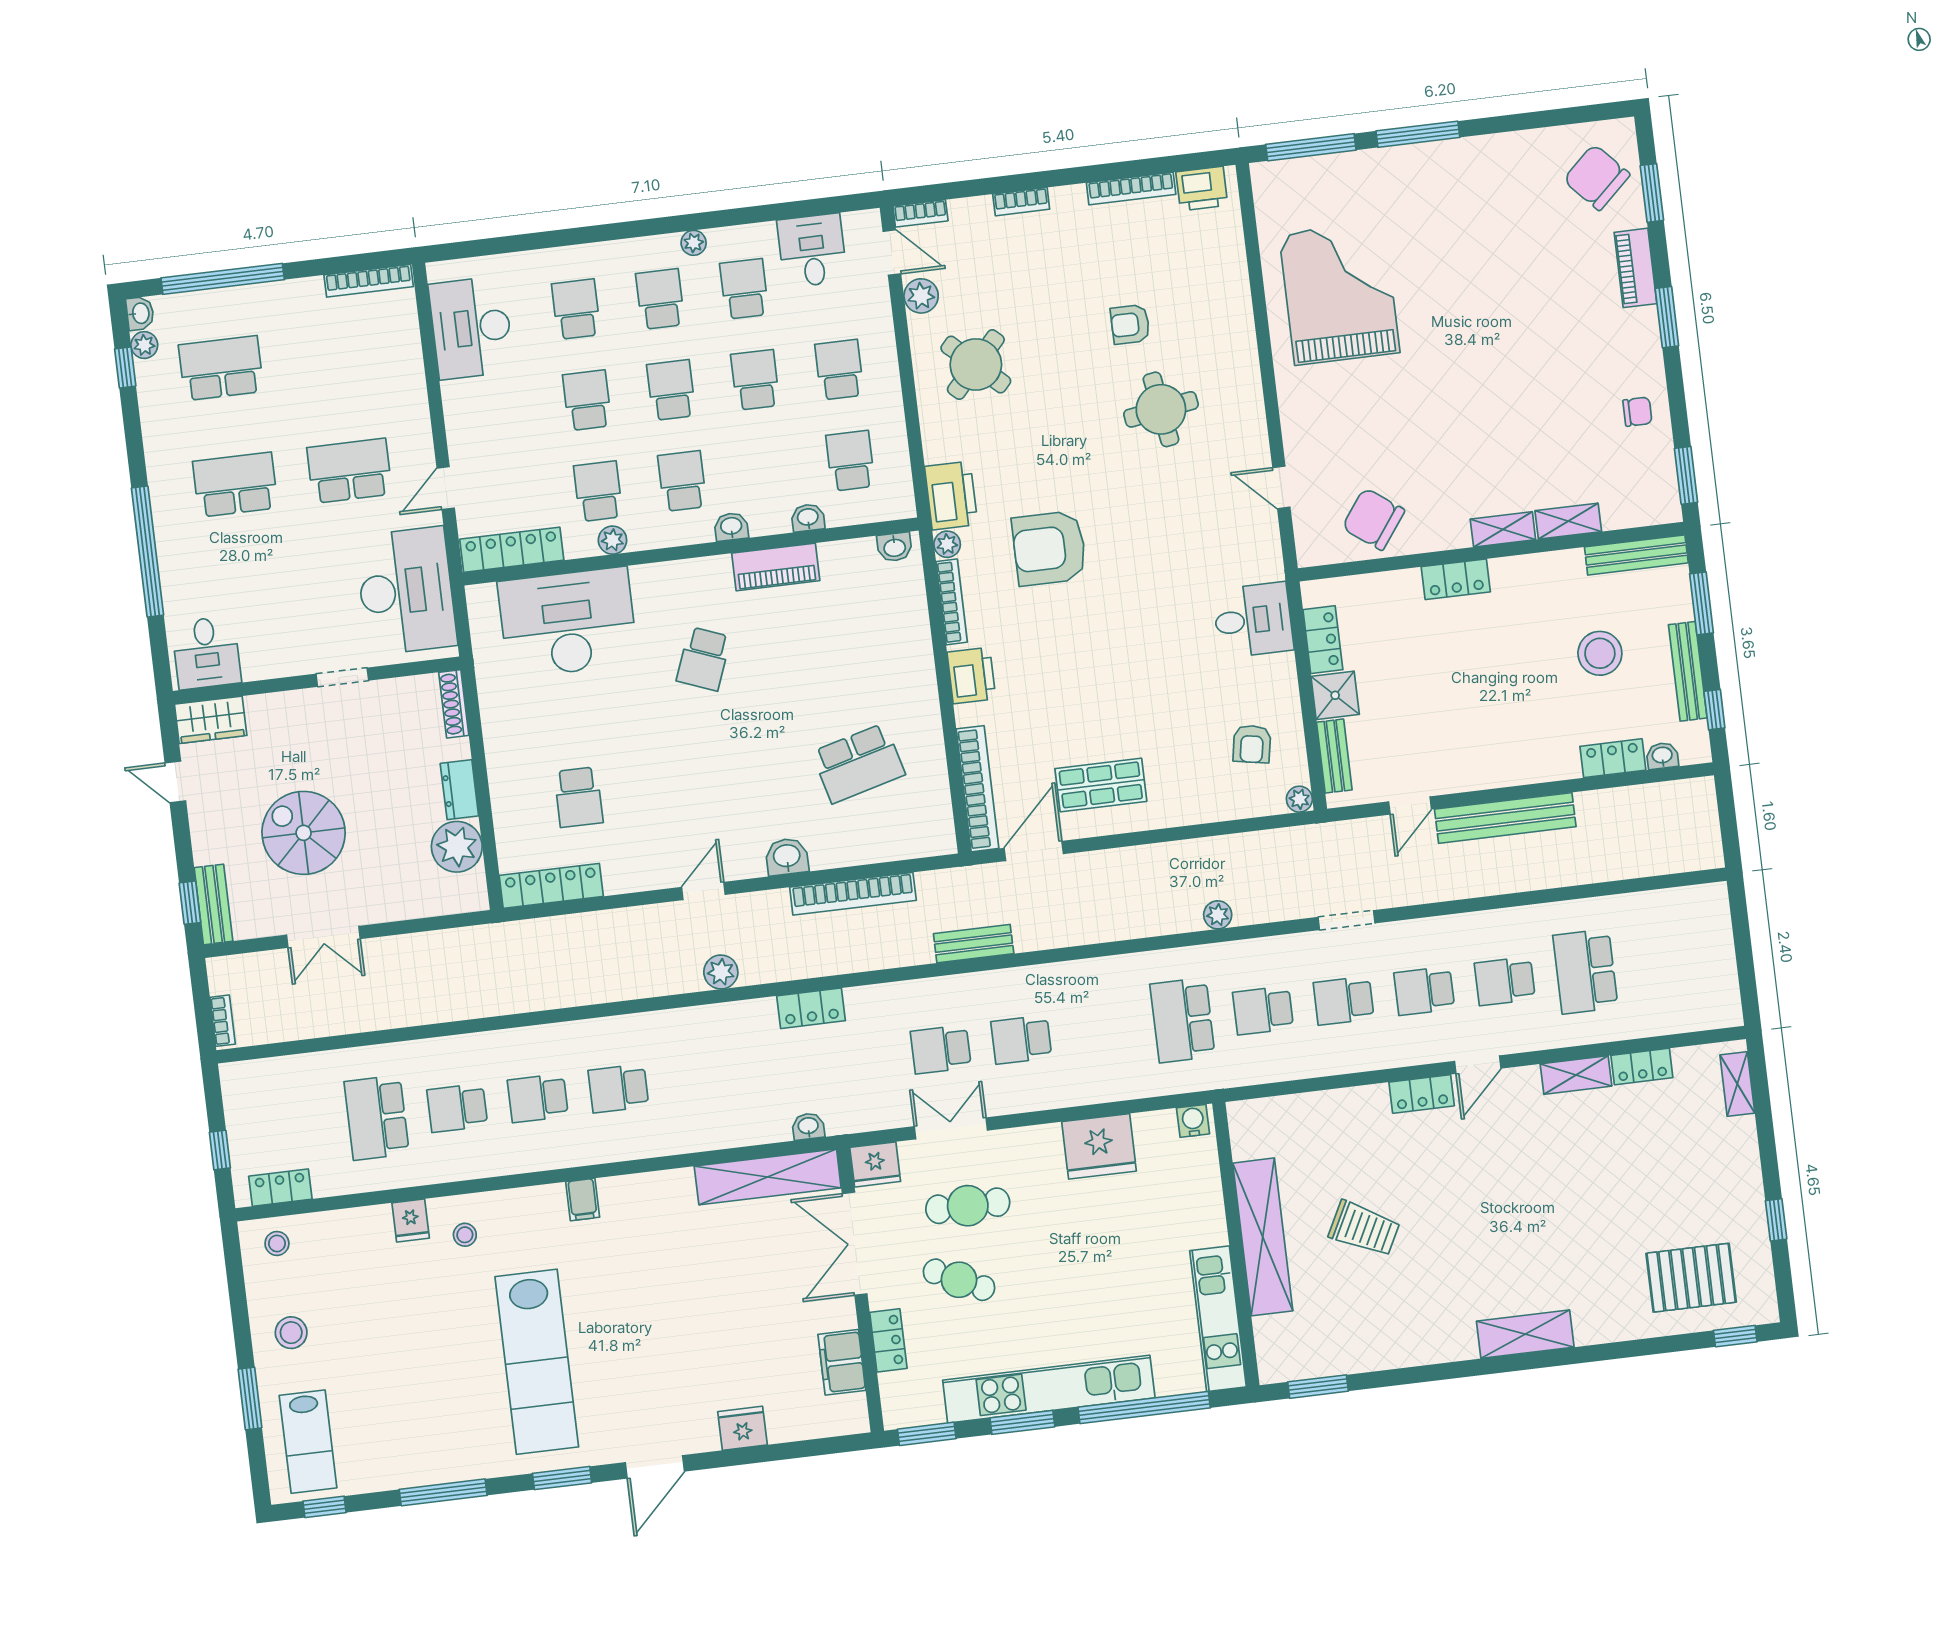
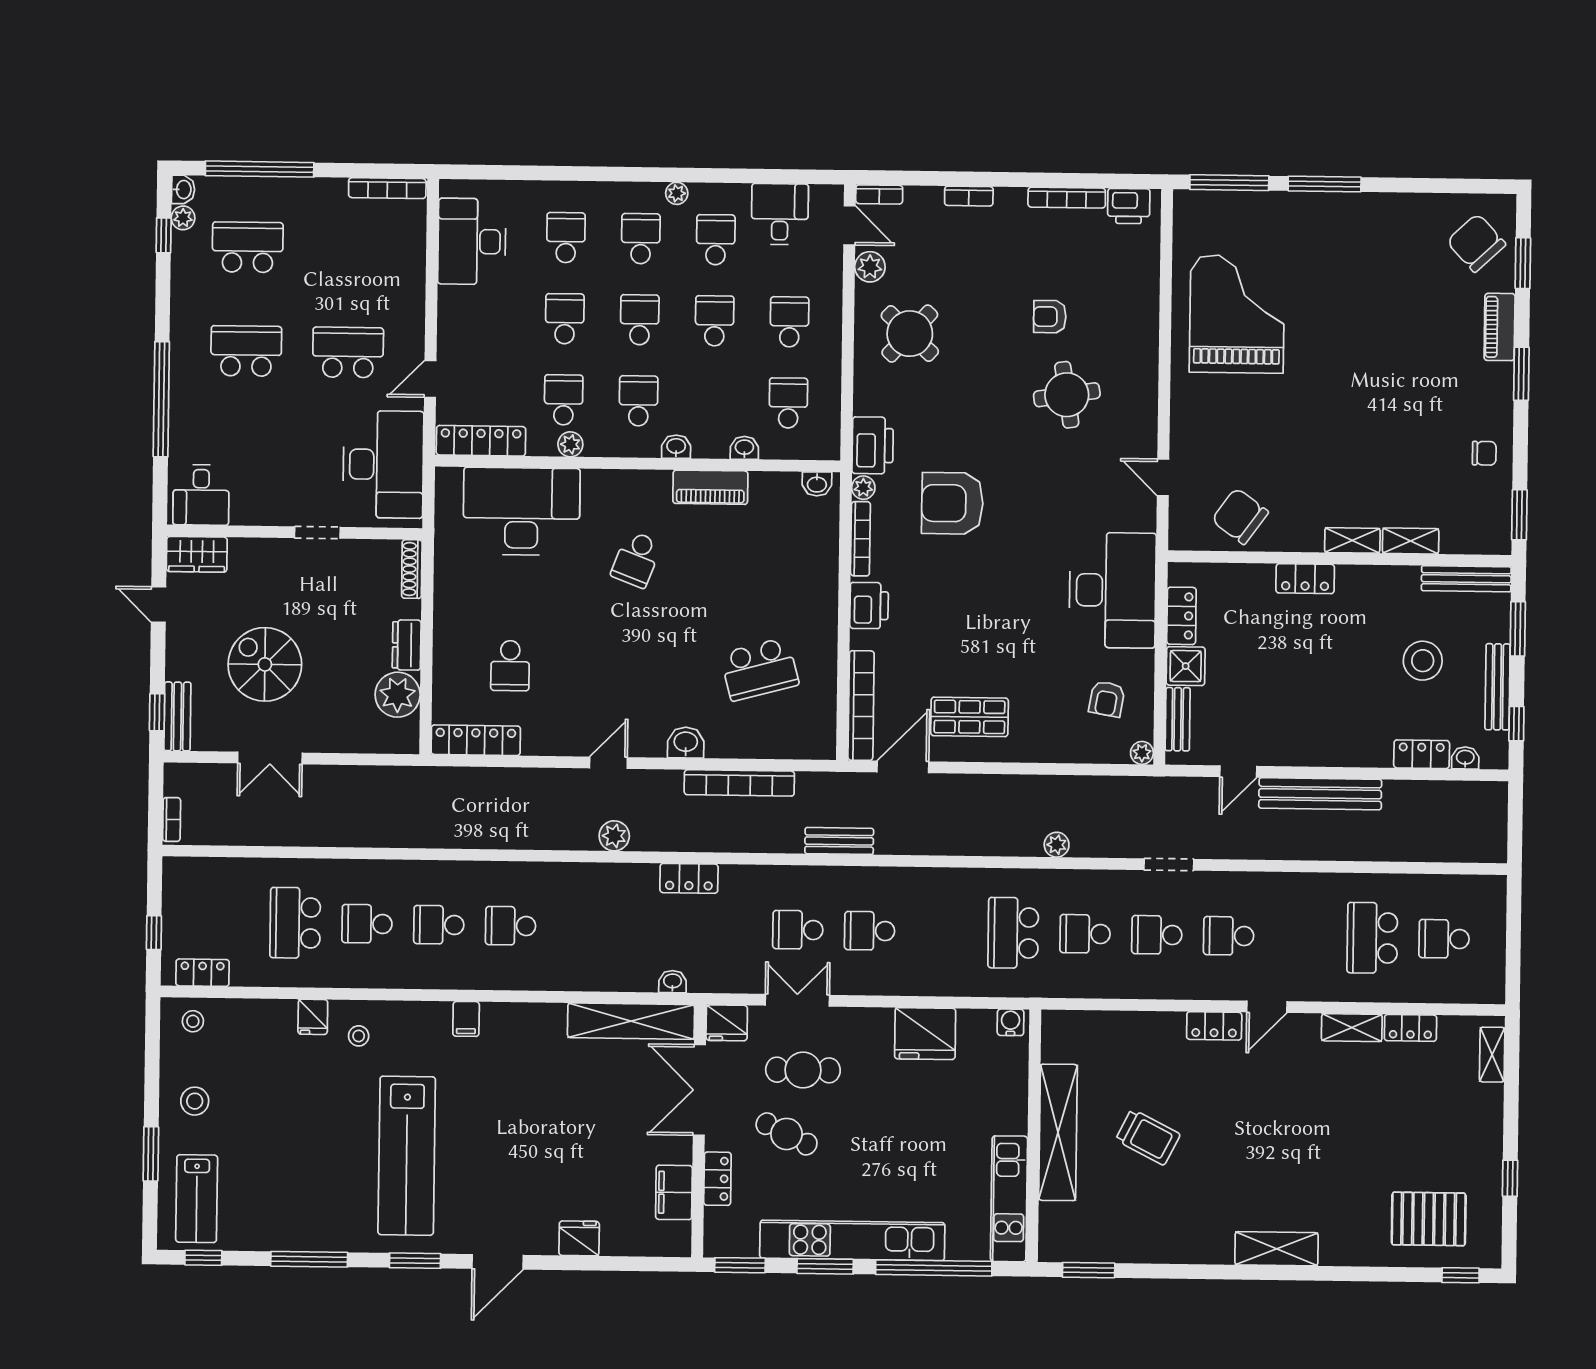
desk: (1253, 620) -> (1113, 590), width x1.87, depth x1.30
school desk: (1505, 981) -> (1444, 939), moved

